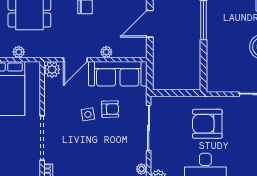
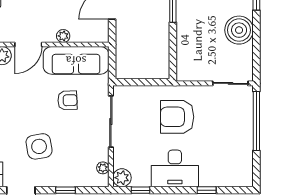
side table: (88, 114) -> (39, 146), moved, width x1.87, depth x1.87

